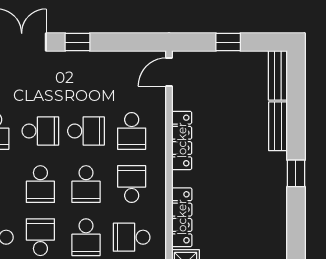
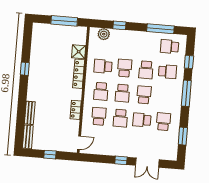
school desk: (86, 131) -> (120, 118), turned -90
locker: (182, 140) -> (76, 110), width x0.66
window: (296, 173) -> (25, 69), moved
school desk: (86, 184) -> (122, 93), turned 180
school desk: (132, 237) -> (103, 66), turned 180

